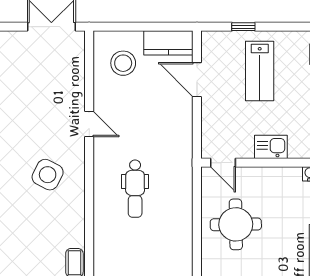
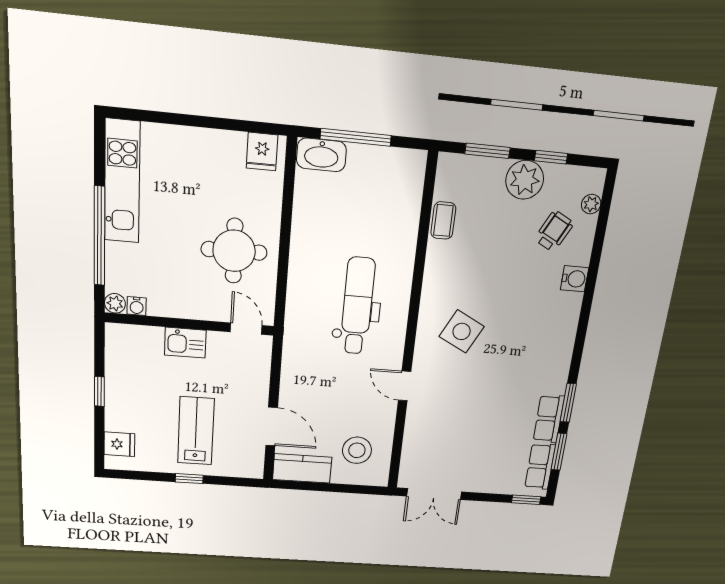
window: (243, 27) -> (189, 479), moved
dental chair: (135, 189) -> (357, 306), width x1.36, depth x1.38

